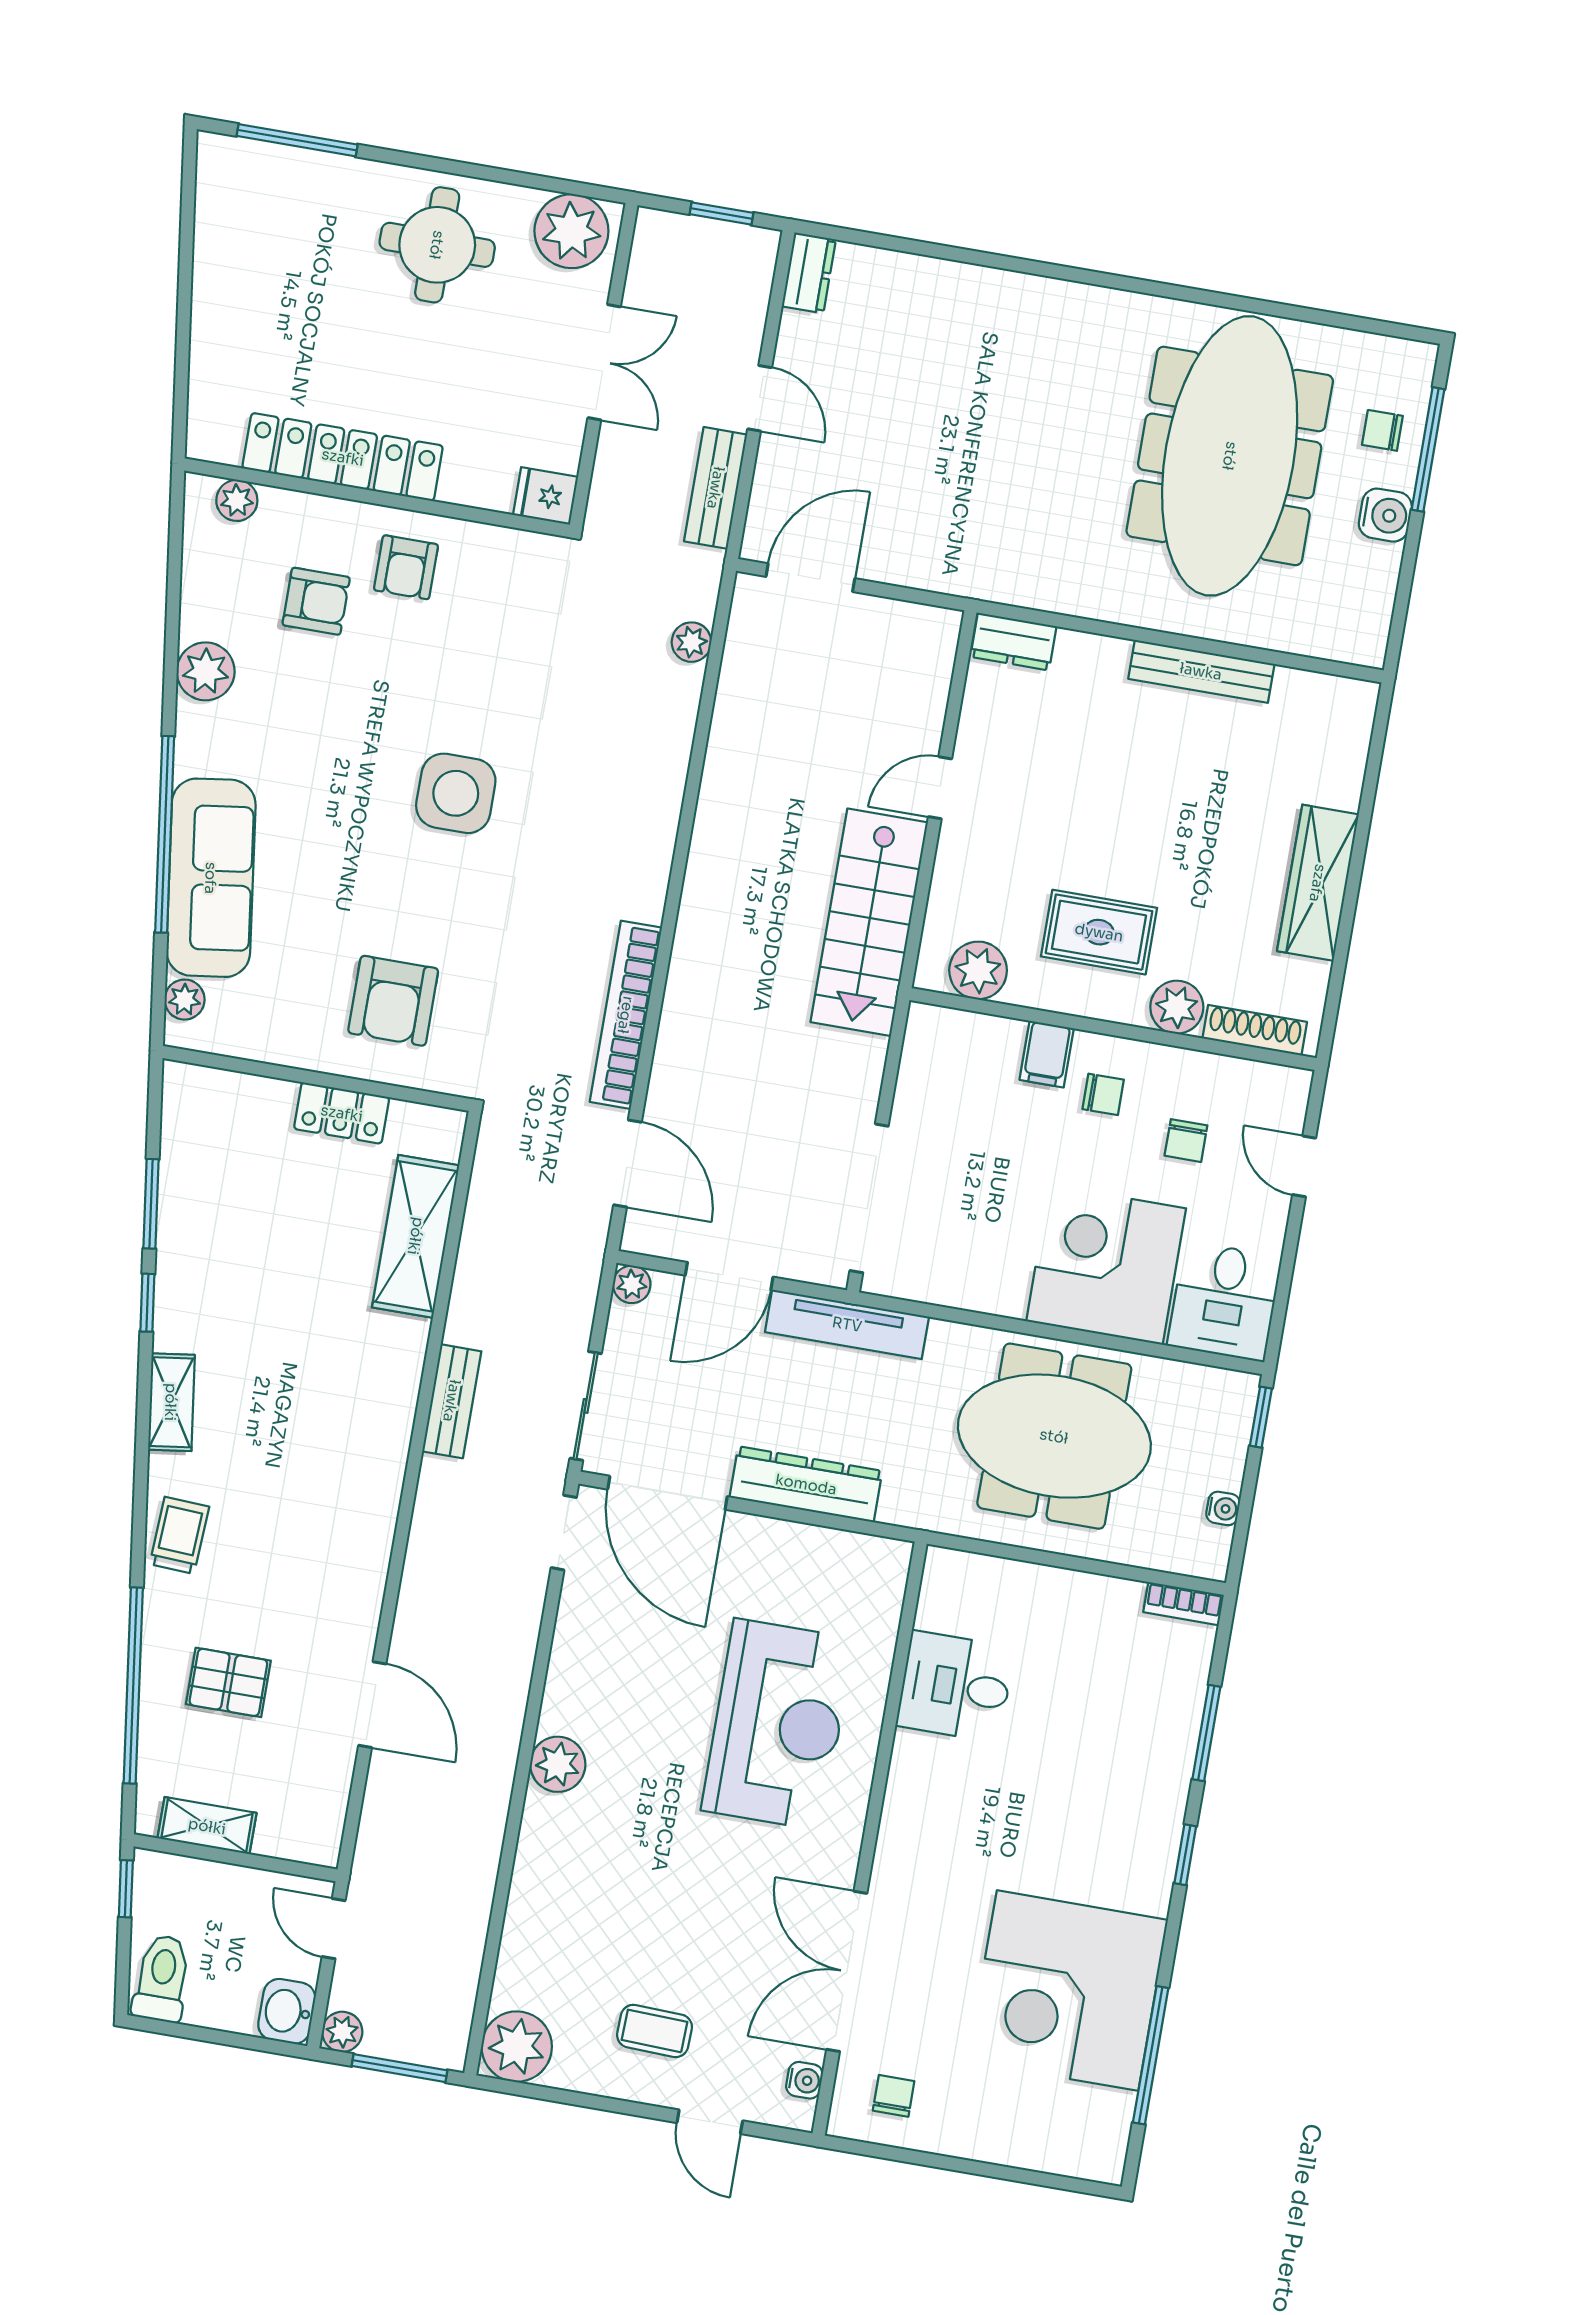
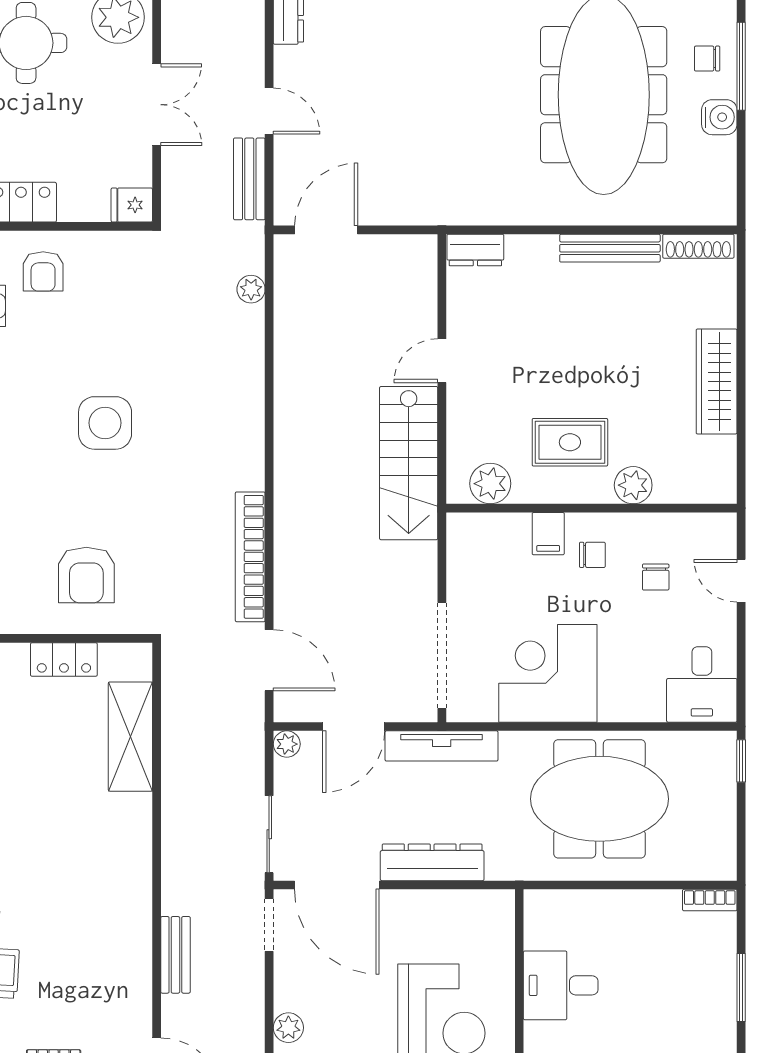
shoe rack: (1255, 1030) -> (698, 246), moved, turned 180
corner desk: (1106, 1265) -> (548, 673), moved
bench: (452, 1401) -> (175, 955), moved
water cooler: (1223, 1508) -> (726, 829), removed
plant: (566, 1680) -> (288, 1028), added

